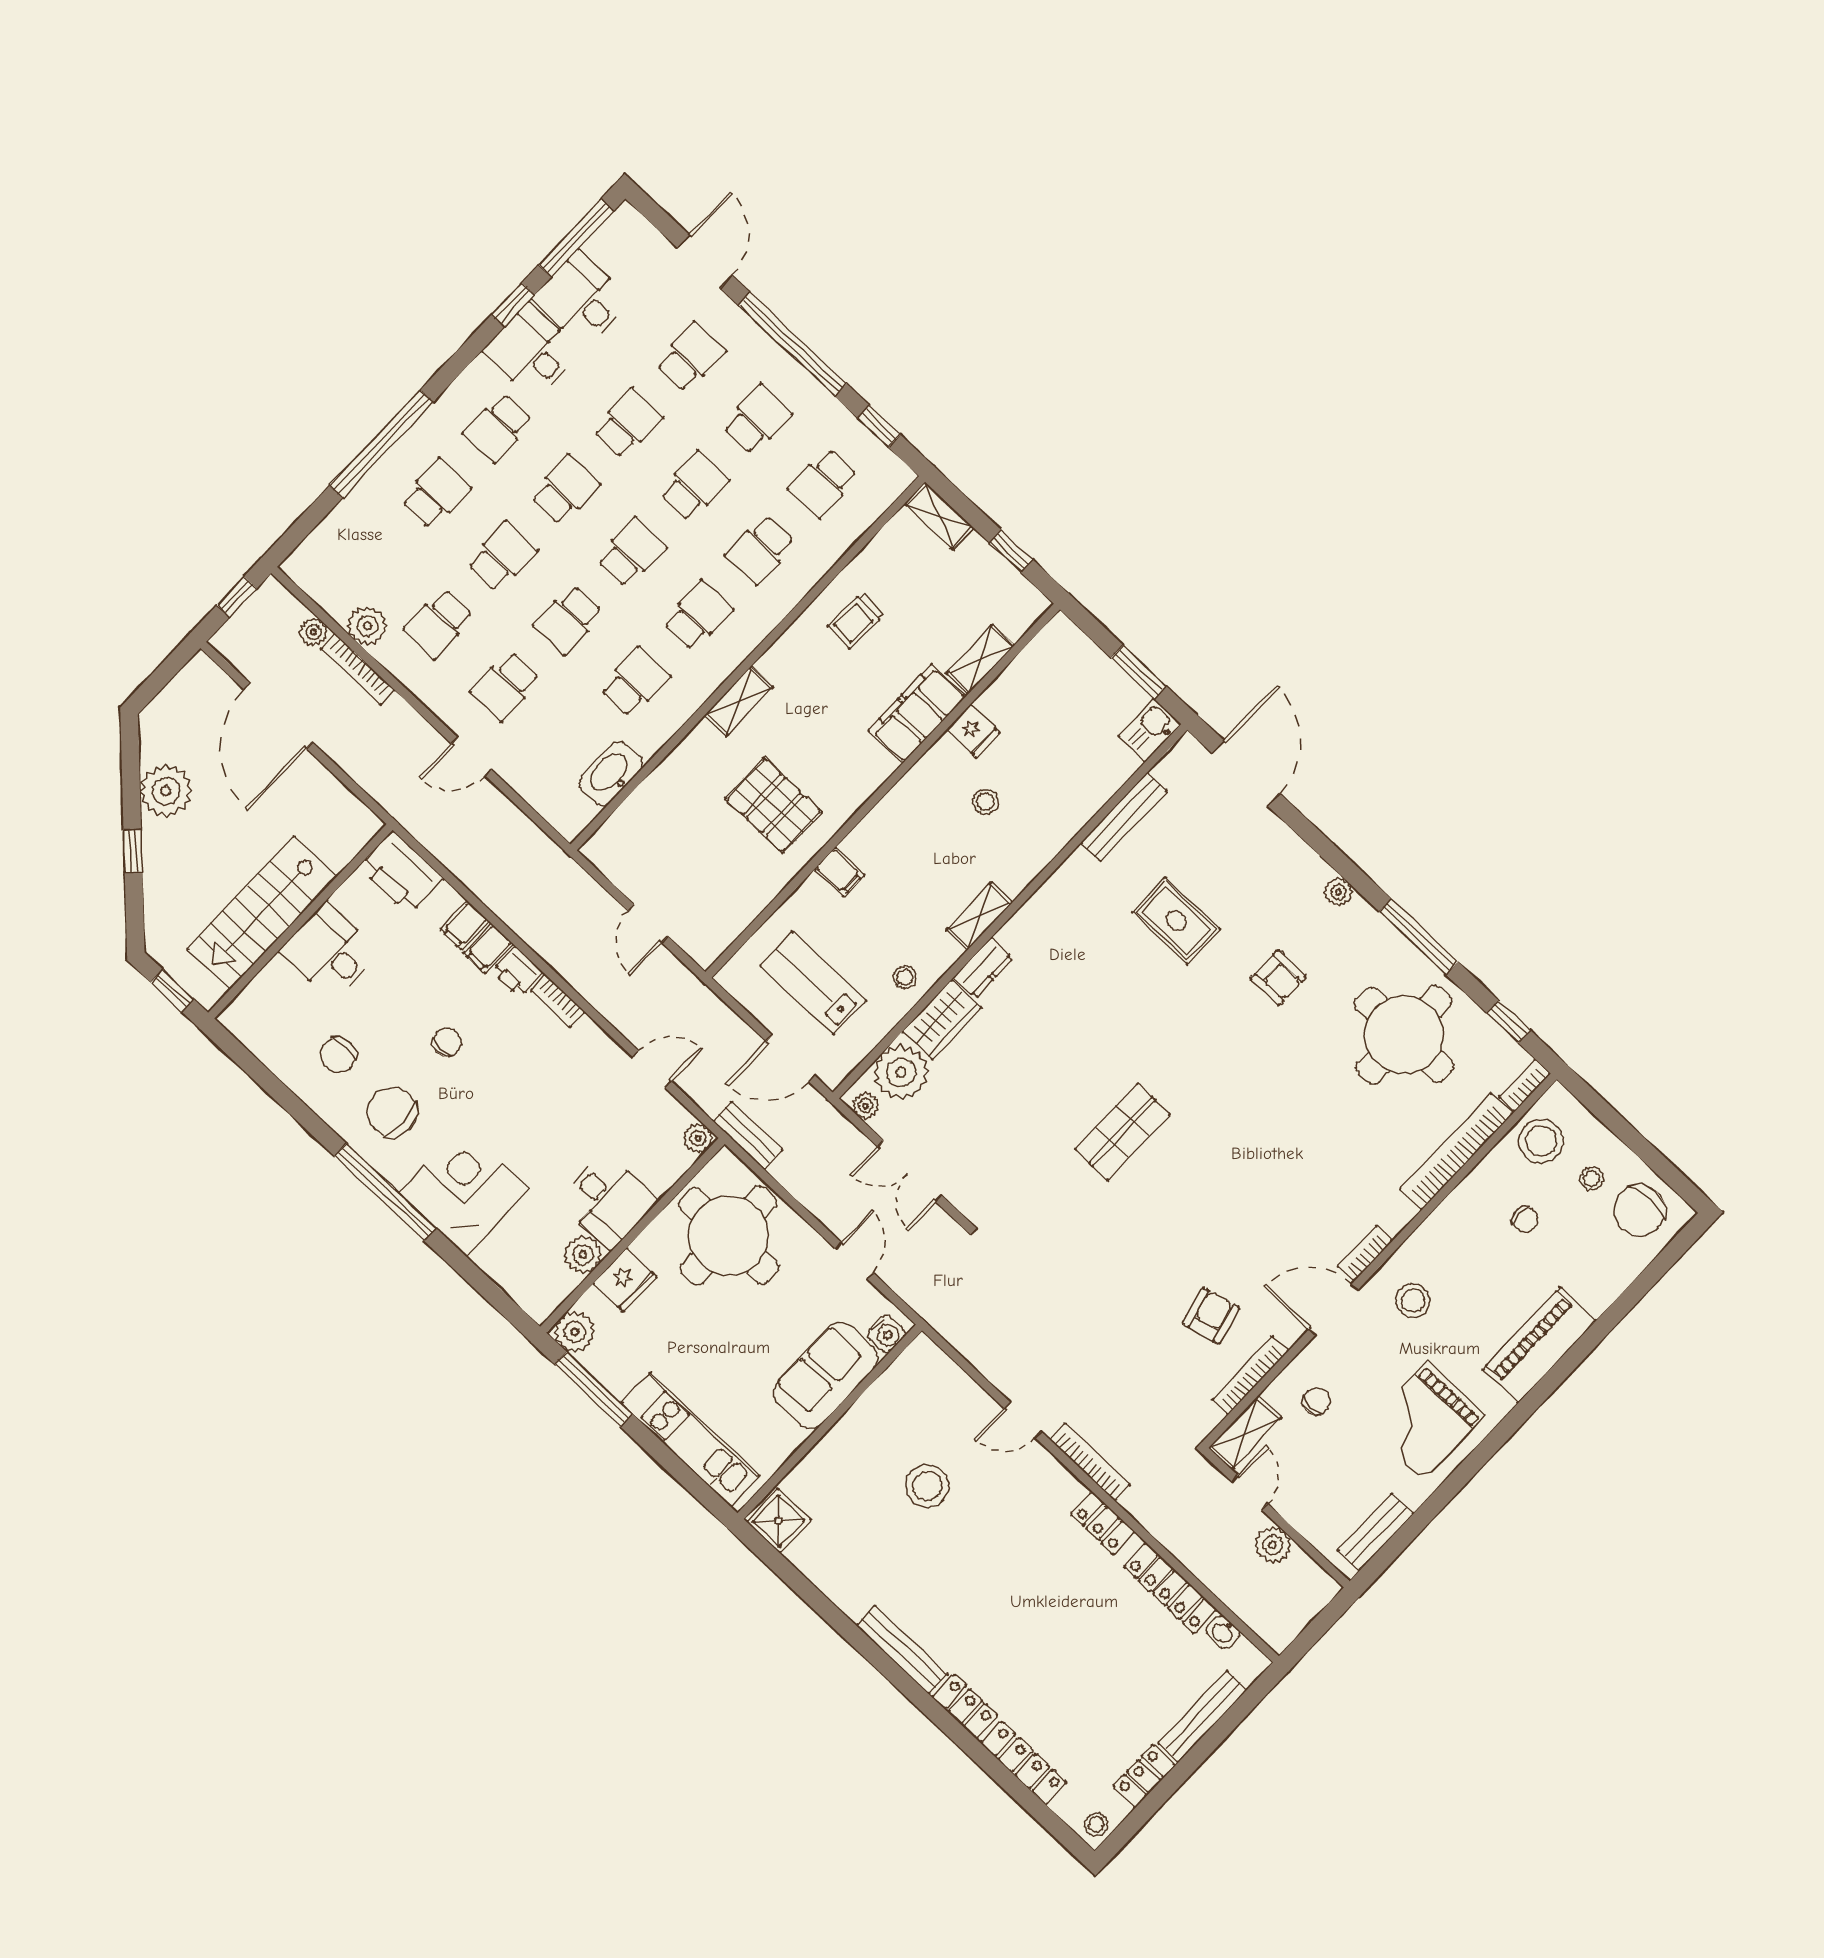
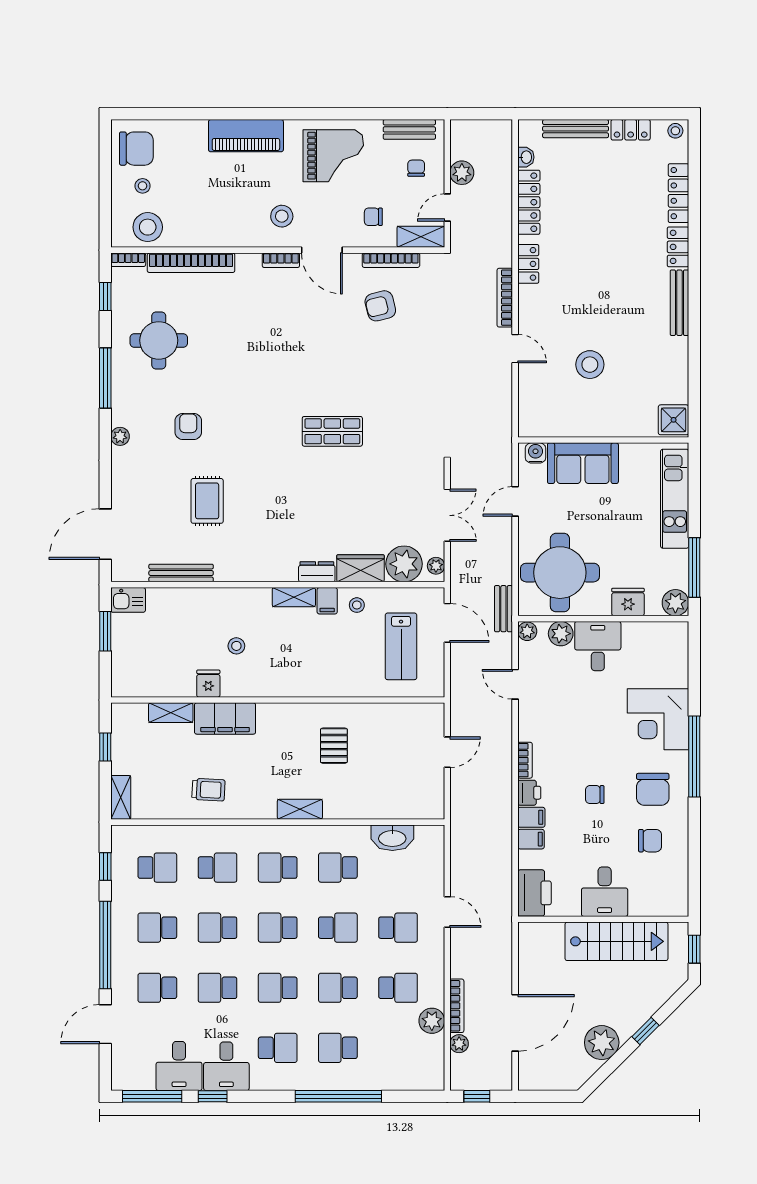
pallet: (773, 805) -> (334, 746), width x0.67, depth x0.71
filing cabinet: (839, 872) -> (327, 601), moved, turned 180
round table: (1404, 1035) -> (159, 340), width x0.73, depth x0.73
chair: (1525, 1220) -> (416, 168), moved
plant: (583, 1255) -> (561, 634), moved

